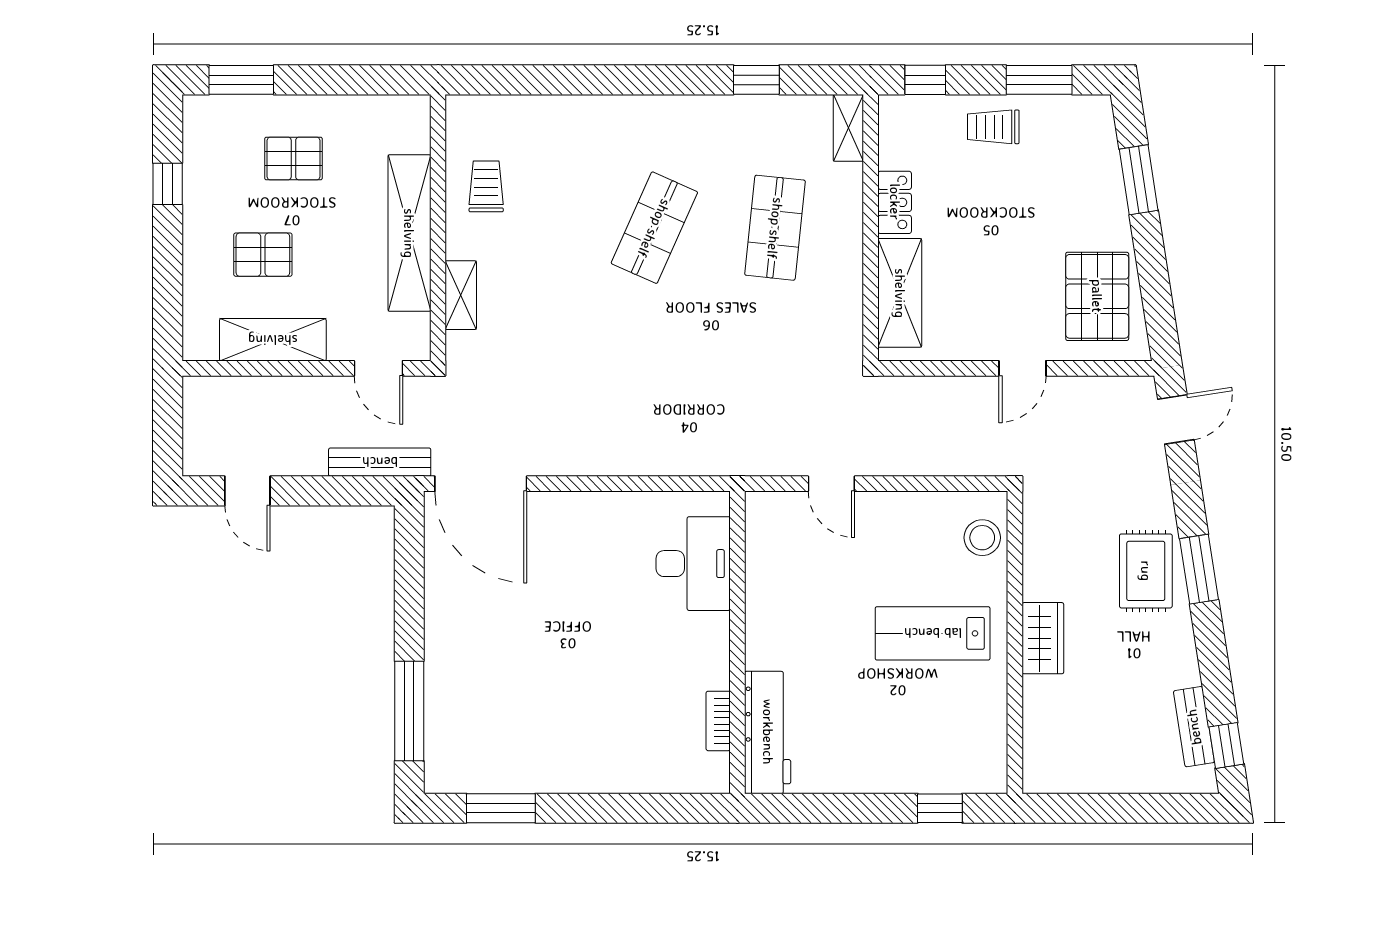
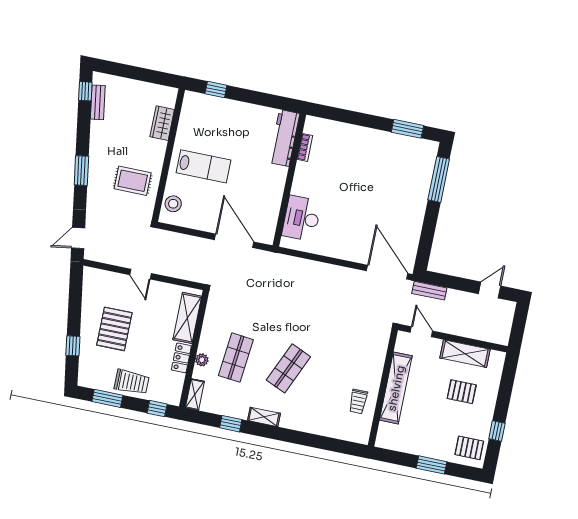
window: (241, 80) -> (432, 465), moved
trolley: (993, 127) -> (132, 382), width x1.36, depth x1.39
pallet: (293, 159) -> (469, 448), moved
window: (1139, 180) -> (73, 346), width x0.67
plant: (849, 207) -> (202, 360), added
shelving: (461, 295) -> (264, 417), moved, turned 90
pallet: (1097, 296) -> (114, 329), moved
door: (1022, 368) -> (141, 274), swing flipped
bench: (380, 462) -> (429, 291), width x0.73
door: (831, 484) -> (234, 241), width x1.88
door: (247, 491) -> (490, 290), hinge flipped
rug: (1146, 571) -> (133, 181), moved, turned 90
wardrobe: (1043, 638) -> (162, 123), moved

